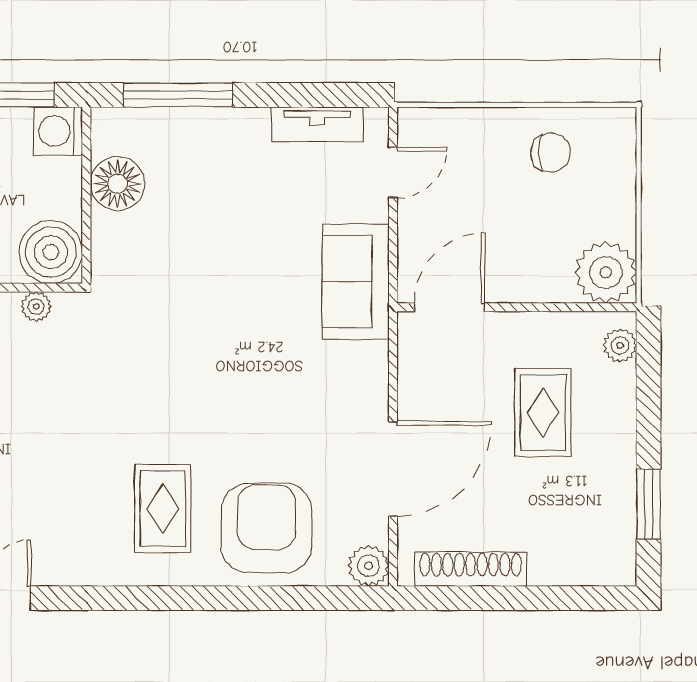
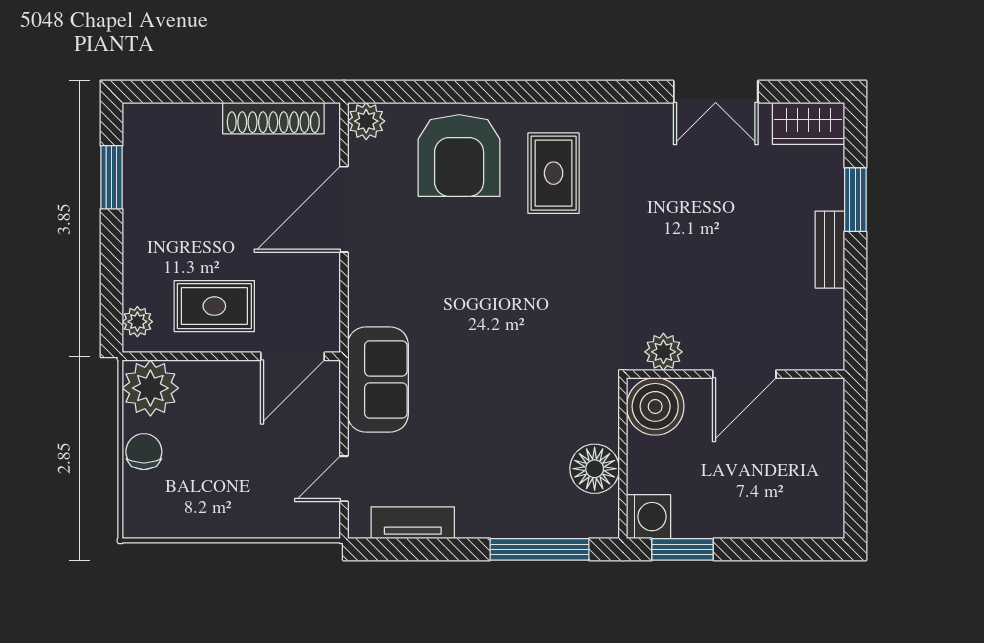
chair: (551, 153) -> (144, 452), moved, turned 90
plant: (36, 307) -> (663, 352), width x1.38, depth x1.38
rug: (543, 413) -> (214, 306), moved, turned 90

